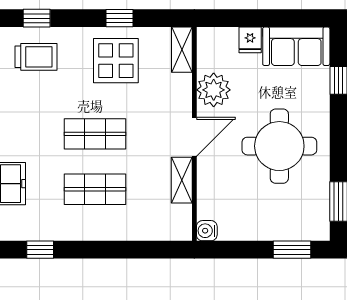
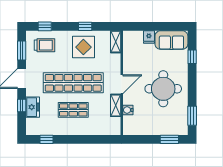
plant: (214, 90) -> (131, 61), removed
shop shelf: (95, 134) -> (73, 83), width x2.00, depth x1.36
water cooler: (207, 231) -> (128, 110), moved

